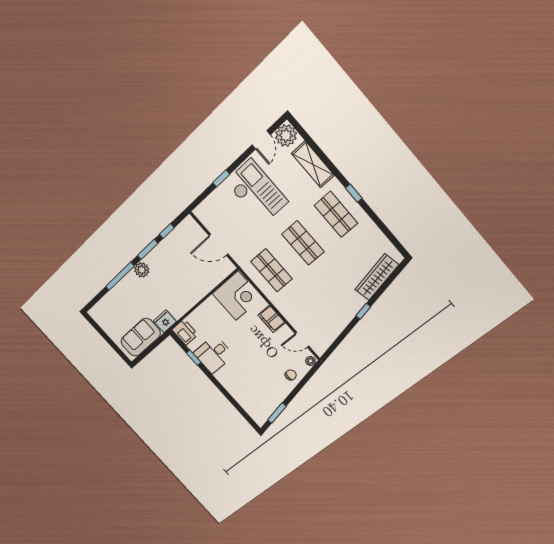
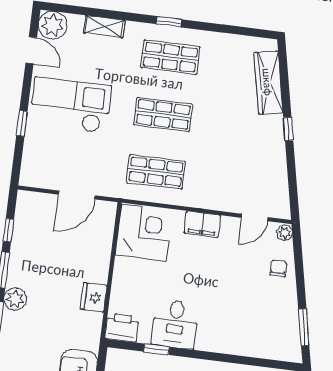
shelving: (313, 164) -> (104, 27), width x0.67, depth x0.75
fridge: (165, 321) -> (94, 297), moved

